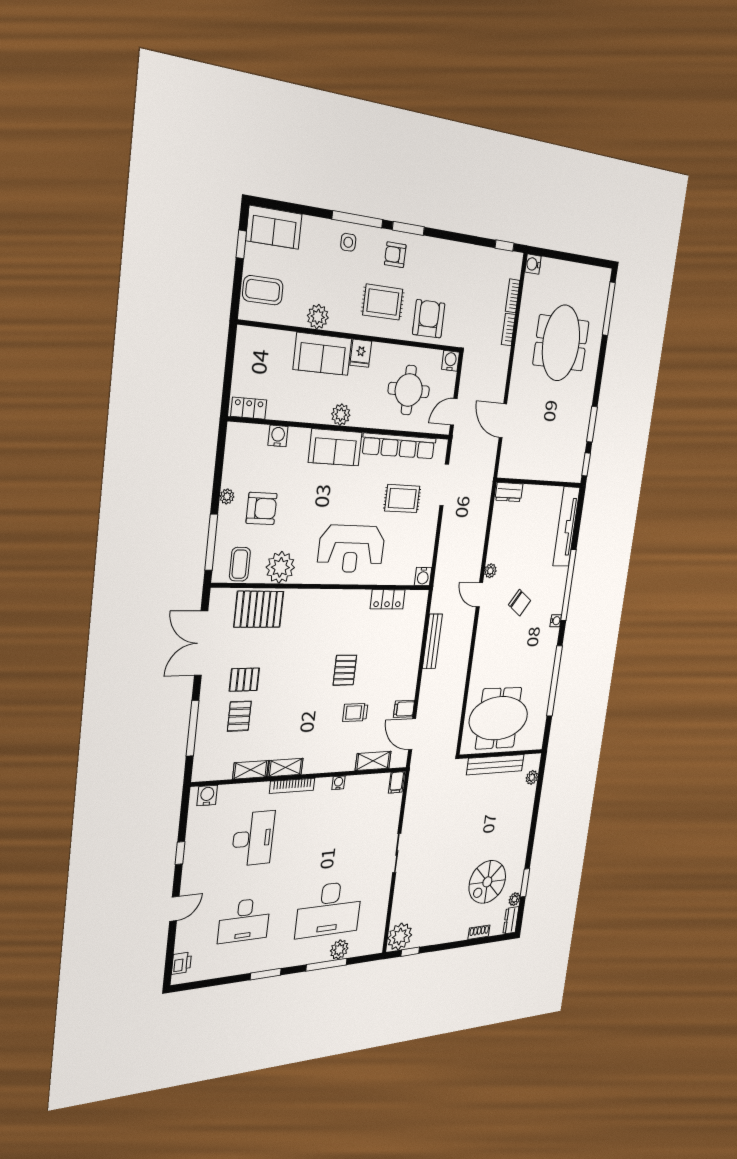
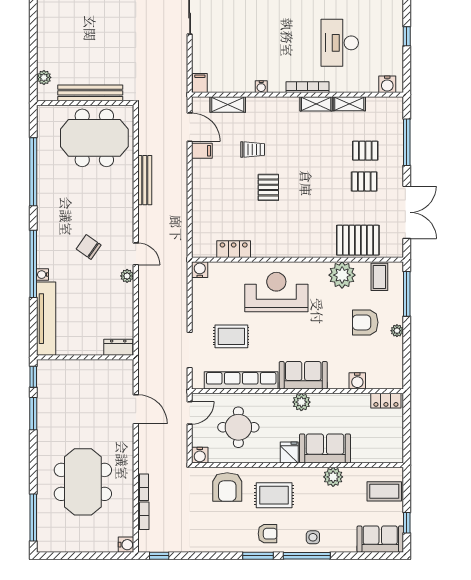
water cooler: (556, 621) -> (43, 275), moved
bench: (432, 641) -> (145, 180), moved
pallet: (239, 716) -> (365, 151), turned 90

